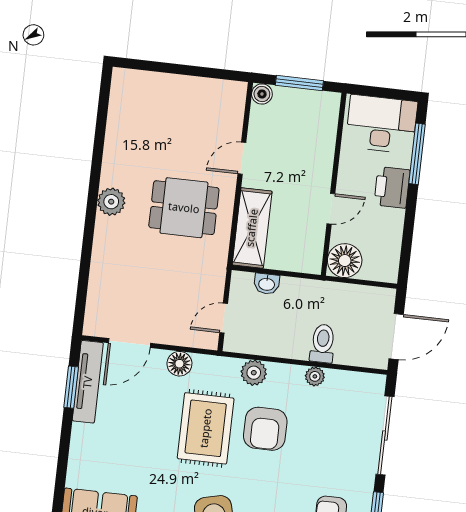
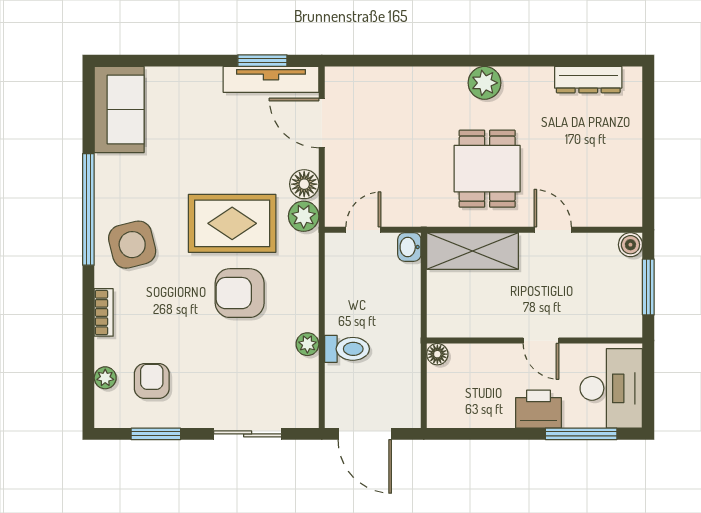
dresser: (118, 114) -> (588, 80), added
door: (331, 209) -> (541, 341), moved
floor lamp: (345, 261) -> (437, 354), width x0.53, depth x0.53
washbasin: (267, 284) -> (409, 247), moved
door: (224, 318) -> (363, 230), hinge flipped
plant: (254, 373) -> (304, 216), moved
sliding door: (385, 435) -> (248, 434), width x0.73

